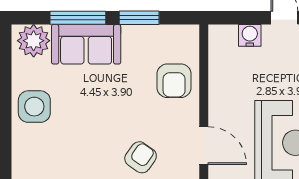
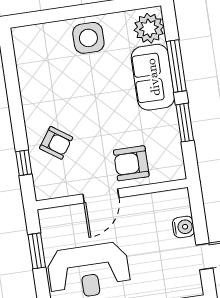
door: (204, 146) -> (101, 196), moved

